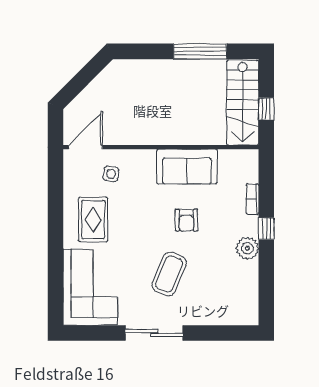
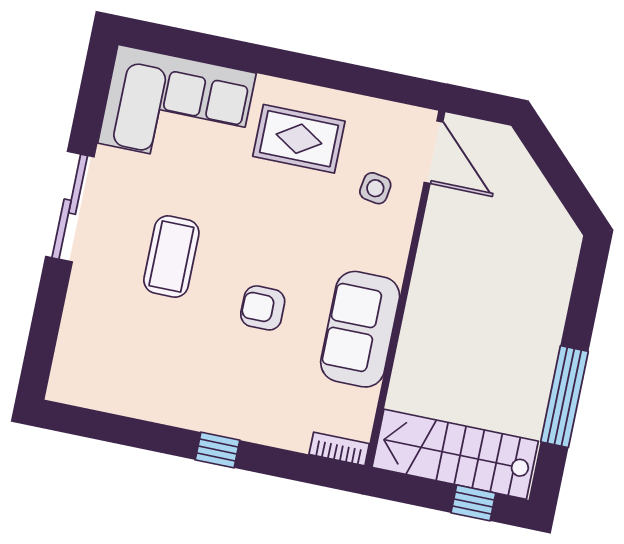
window: (266, 109) -> (473, 503), moved
bookcase: (252, 199) -> (339, 449), moved
plant: (247, 248) -> (189, 408), removed
coffee table: (169, 274) -> (171, 257), turned 67

